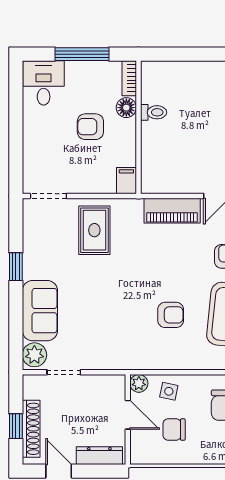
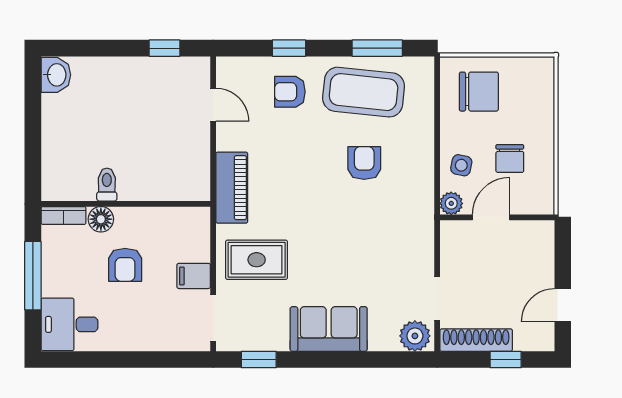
filing cabinet: (126, 181) -> (194, 276), moved
piano: (172, 211) -> (232, 188), moved
window: (16, 267) -> (259, 359), moved
sofa: (40, 311) -> (329, 329), moved
shoe rack: (31, 429) -> (476, 340), moved
dresser: (99, 456) -> (543, 253), removed

